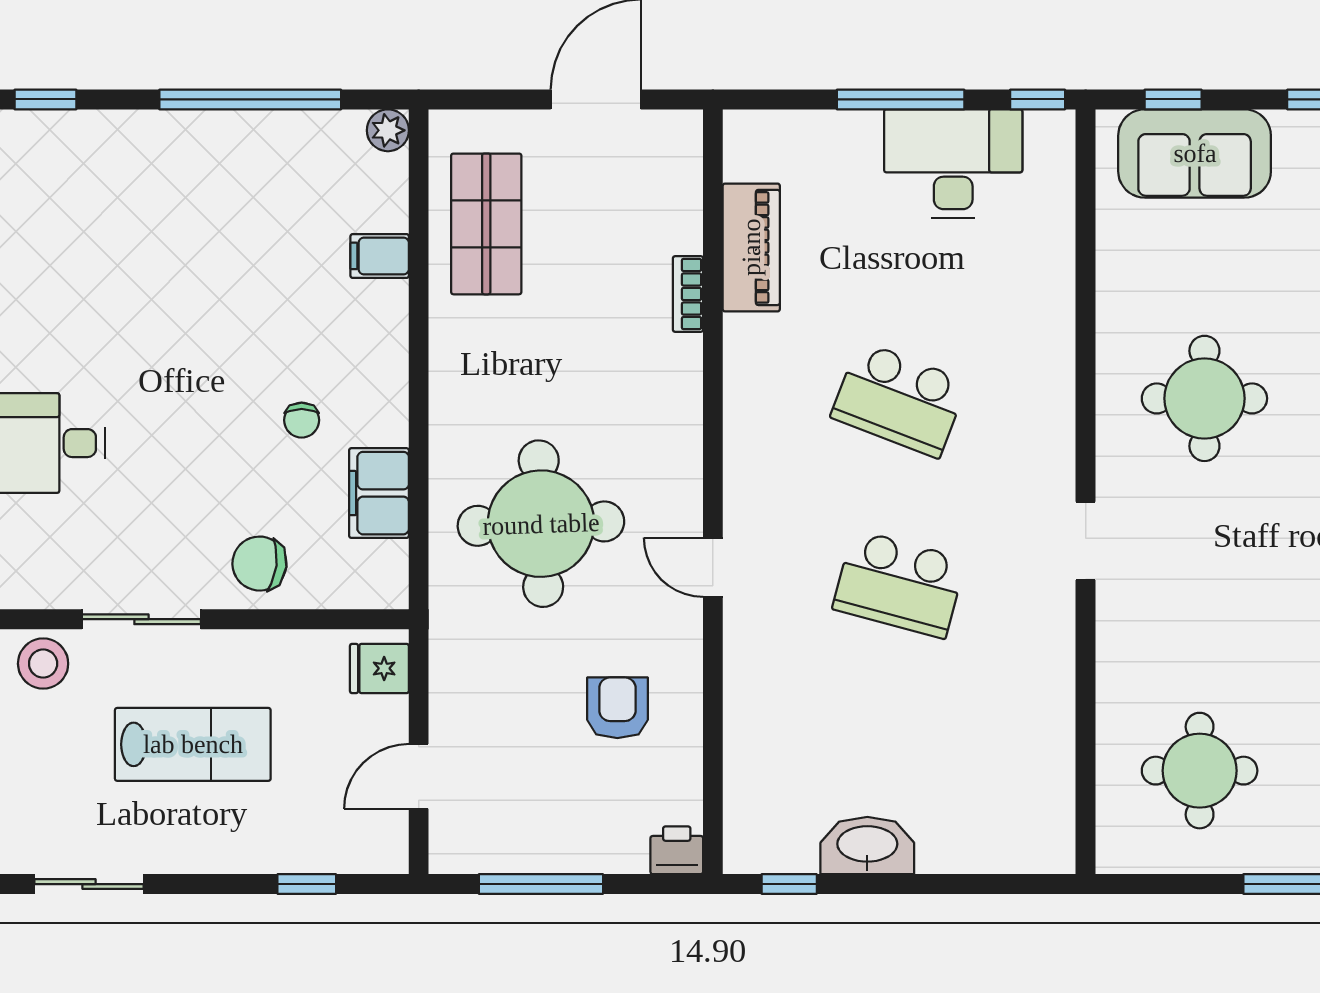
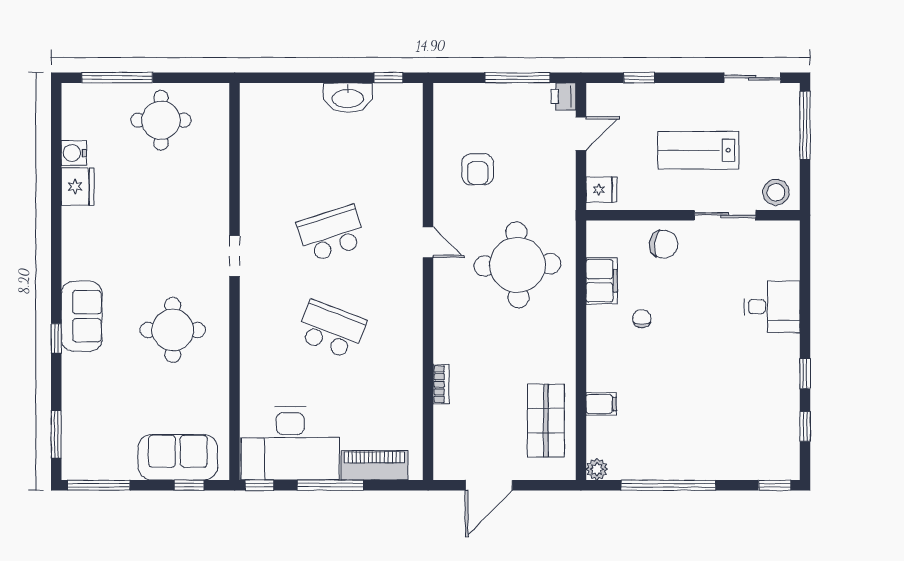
desk: (953, 164) -> (290, 443), width x1.36, depth x1.30
piano: (751, 247) -> (374, 465), moved, turned 90
school desk: (899, 584) -> (331, 234), turned -33
round table: (1200, 771) -> (161, 120), moved
printer: (677, 850) -> (563, 96), moved, turned 90

